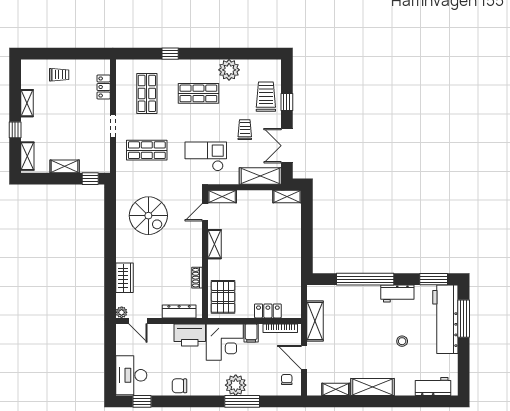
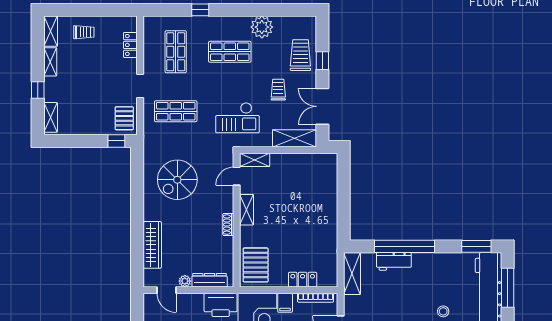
checkout: (206, 156) -> (237, 118), turned 180
pallet: (98, 157) -> (124, 118), added
shelving: (65, 166) -> (51, 31), moved, turned 90
shelving: (287, 196) -> (323, 160), removed
spiral stairs: (148, 216) -> (177, 180), turned 90
wardrobe: (124, 278) -> (152, 245), width x1.50
shoe rack: (197, 278) -> (228, 225), moved
workbench: (397, 293) -> (394, 261), moved
plant: (122, 312) -> (185, 281), moved
shelving: (315, 321) -> (352, 274), moved

